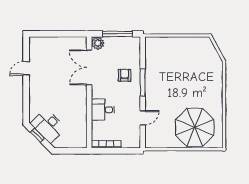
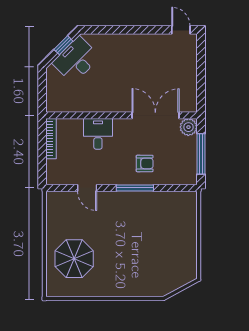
door: (26, 68) -> (181, 30), moved
parasol: (195, 127) -> (74, 259), width x0.73, depth x0.73

